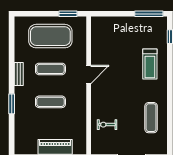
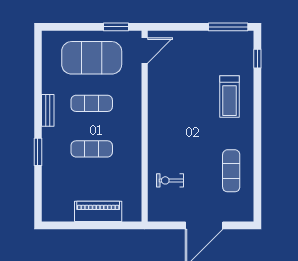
door: (89, 74) -> (145, 51), moved

